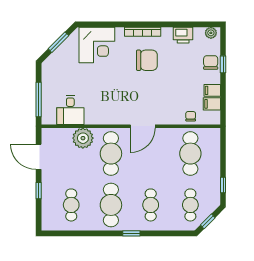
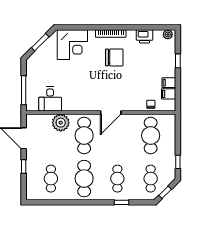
chair: (211, 62) -> (168, 59), removed
window: (131, 233) -> (121, 202), moved

